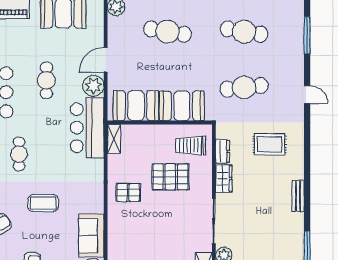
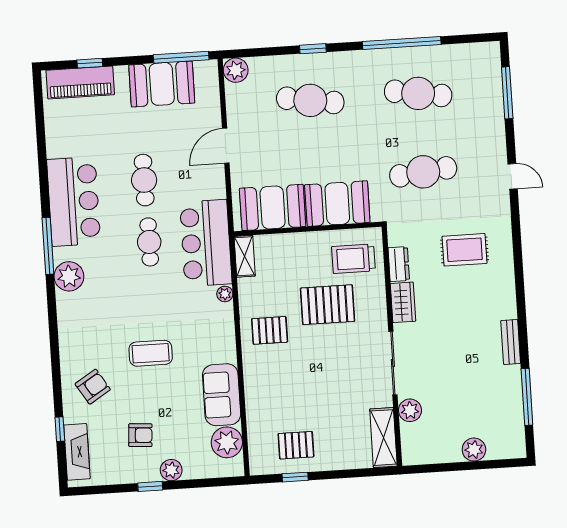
plant: (93, 86) -> (225, 294), moved, width x0.53, depth x0.53
cafe table: (19, 154) -> (149, 242), moved
bench: (298, 196) -> (511, 342), moved

